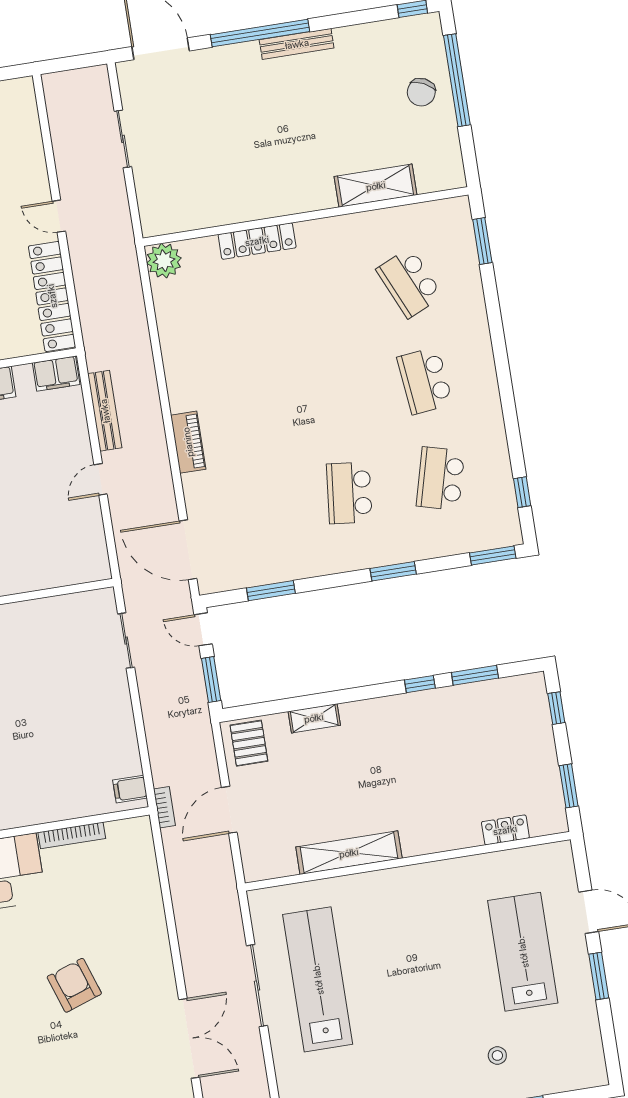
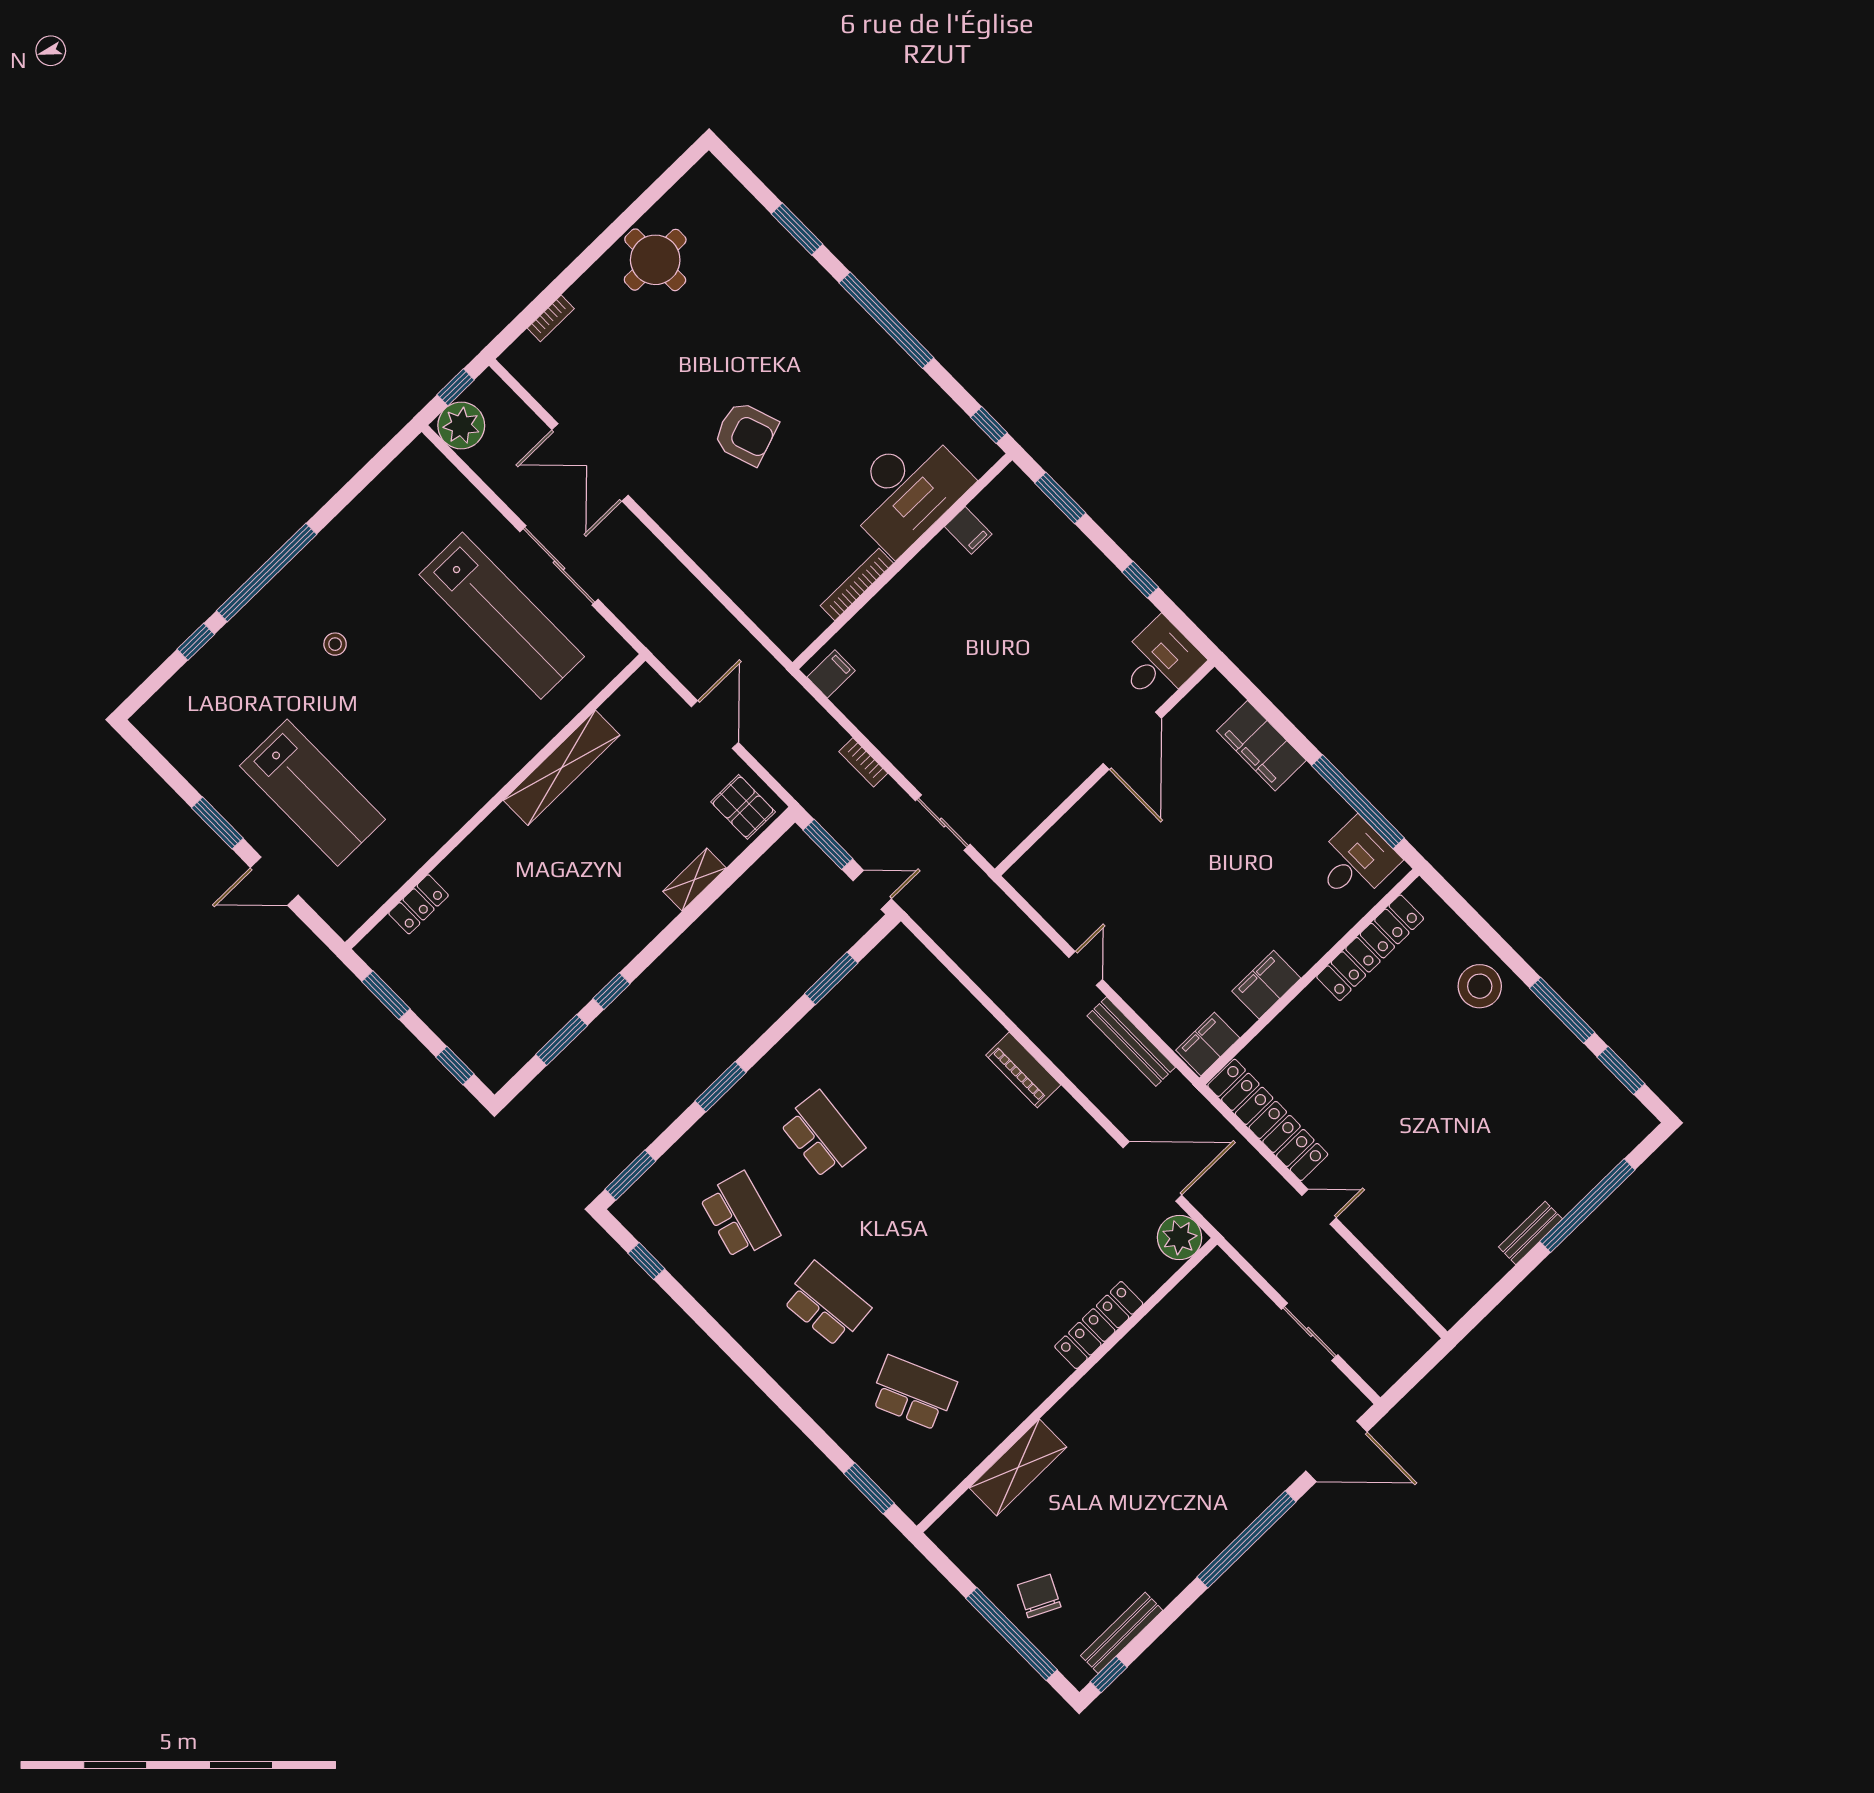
bench: (297, 44) -> (1122, 1633), moved
door: (188, 550) -> (1152, 1171), moved
bookcase: (164, 807) -> (863, 762), moved
stool: (497, 1055) -> (335, 644), moved

